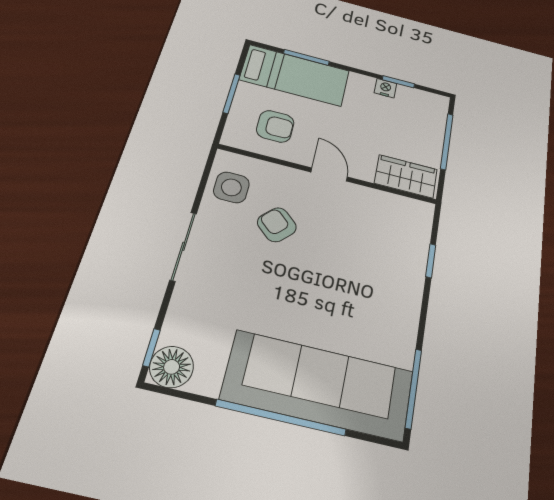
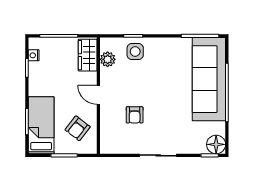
nightstand: (385, 88) -> (34, 55), moved
armchair: (275, 126) -> (78, 128), turned -142
door: (329, 174) -> (98, 95), hinge flipped
side table: (231, 187) -> (135, 52), moved
plant: (393, 206) -> (108, 59), added
armchair: (277, 225) -> (135, 115), turned -43

